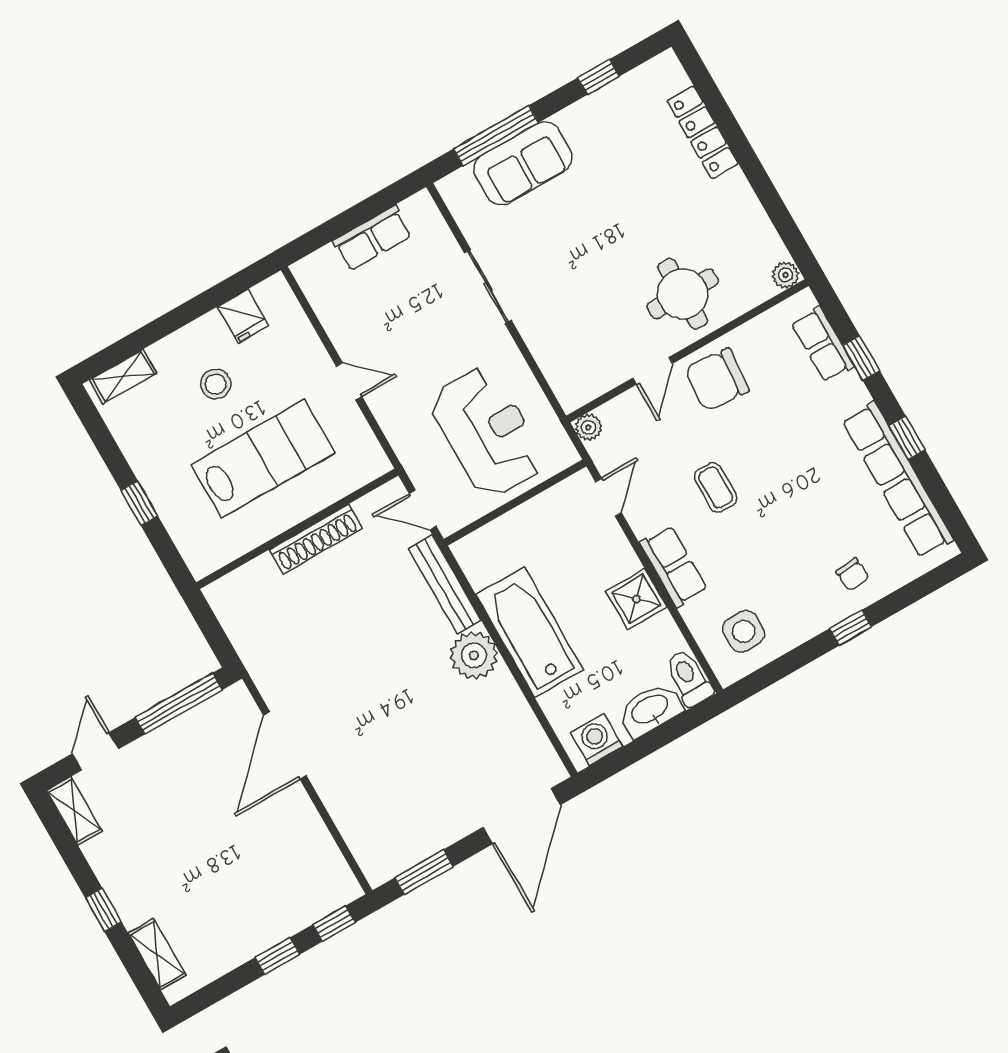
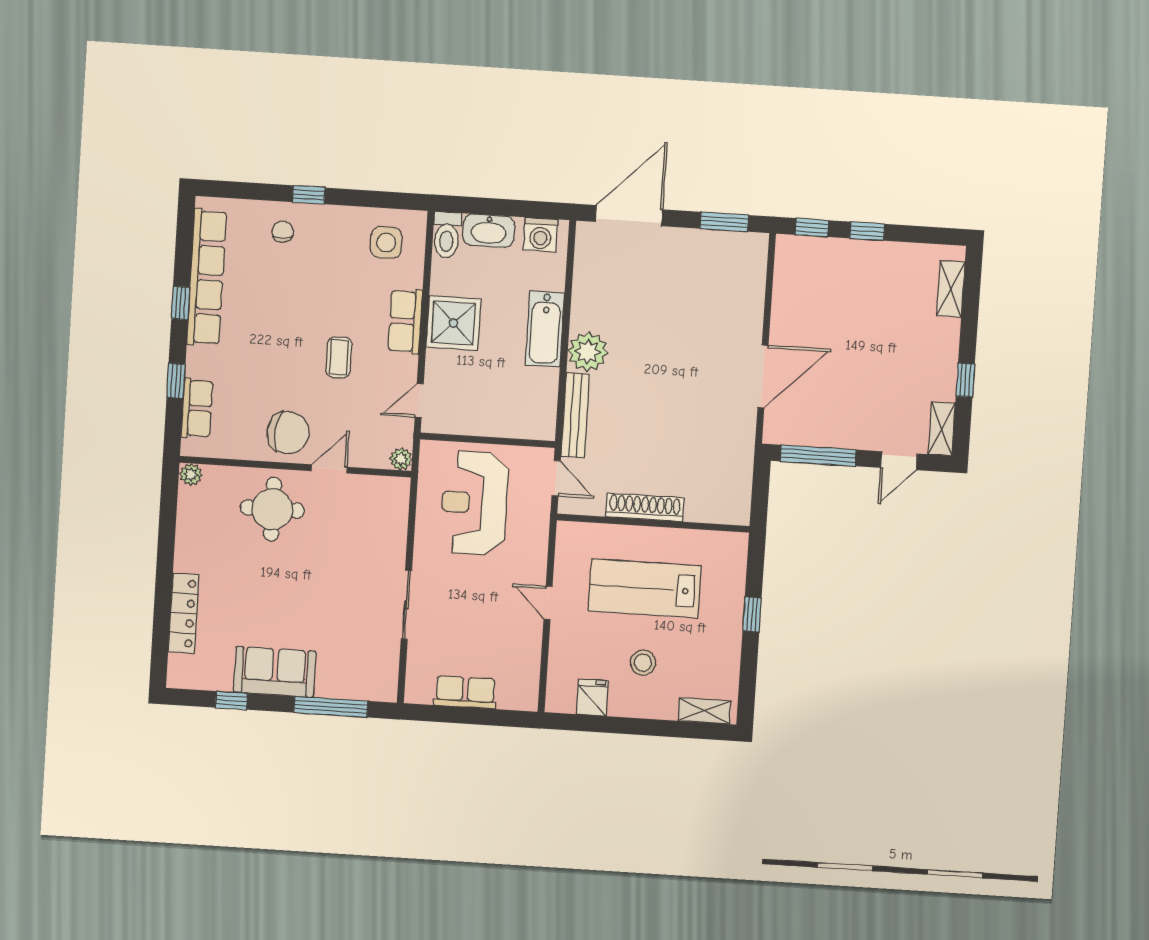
sofa: (523, 163) -> (275, 672), moved
shower: (636, 599) -> (453, 323), width x1.36, depth x1.36
bathtub: (529, 632) -> (545, 329), width x0.73, depth x0.73
window: (103, 910) -> (965, 380), moved

